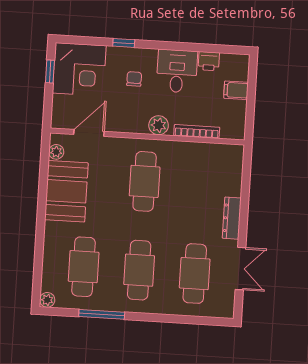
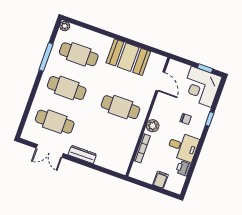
plant: (56, 152) -> (154, 58), removed

